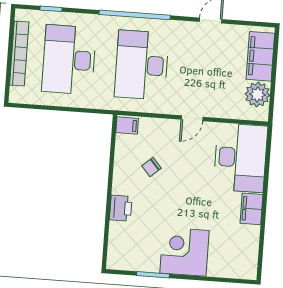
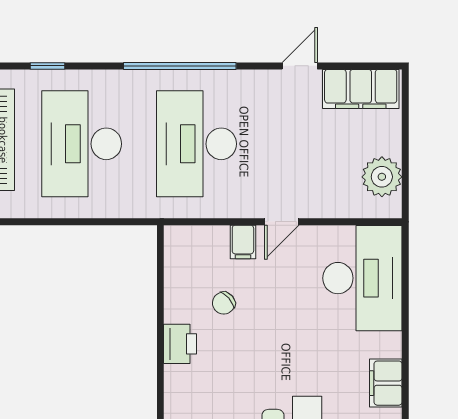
filing cabinet: (260, 56) -> (361, 89), moved, turned -90
filing cabinet: (127, 125) -> (243, 242), moved, turned 90
printer: (121, 208) -> (180, 344), moved
filing cabinet: (252, 209) -> (386, 383), moved

